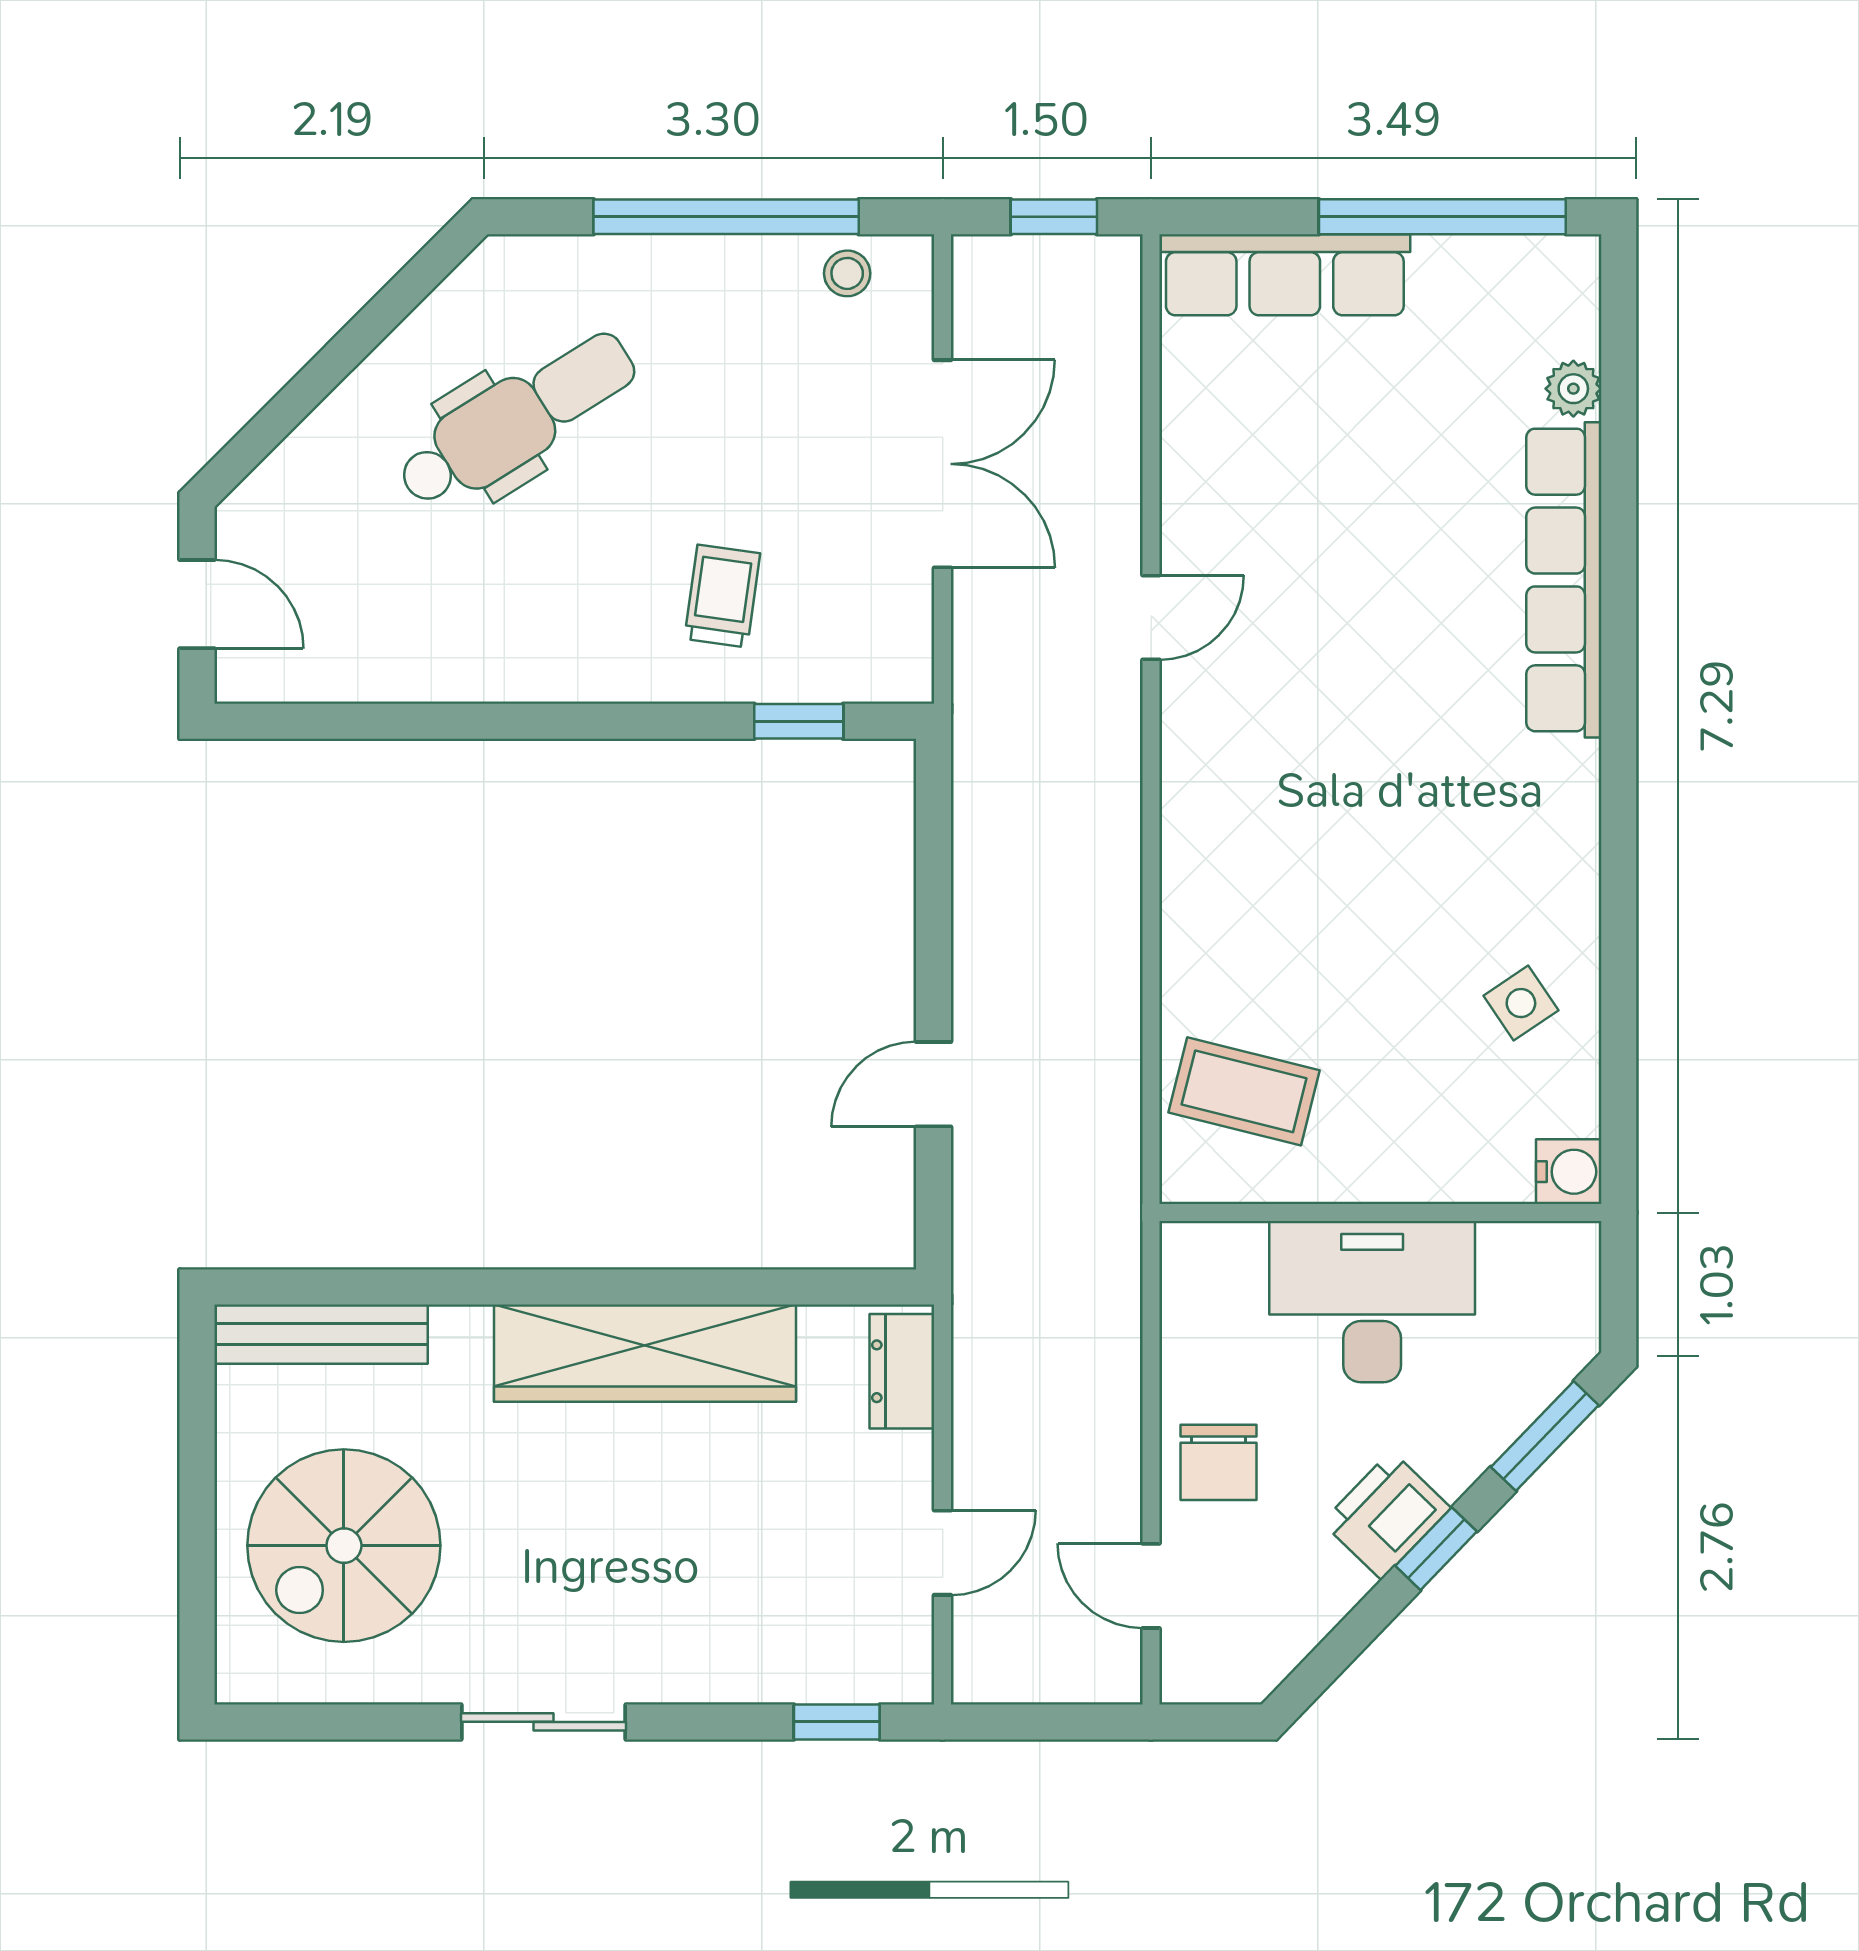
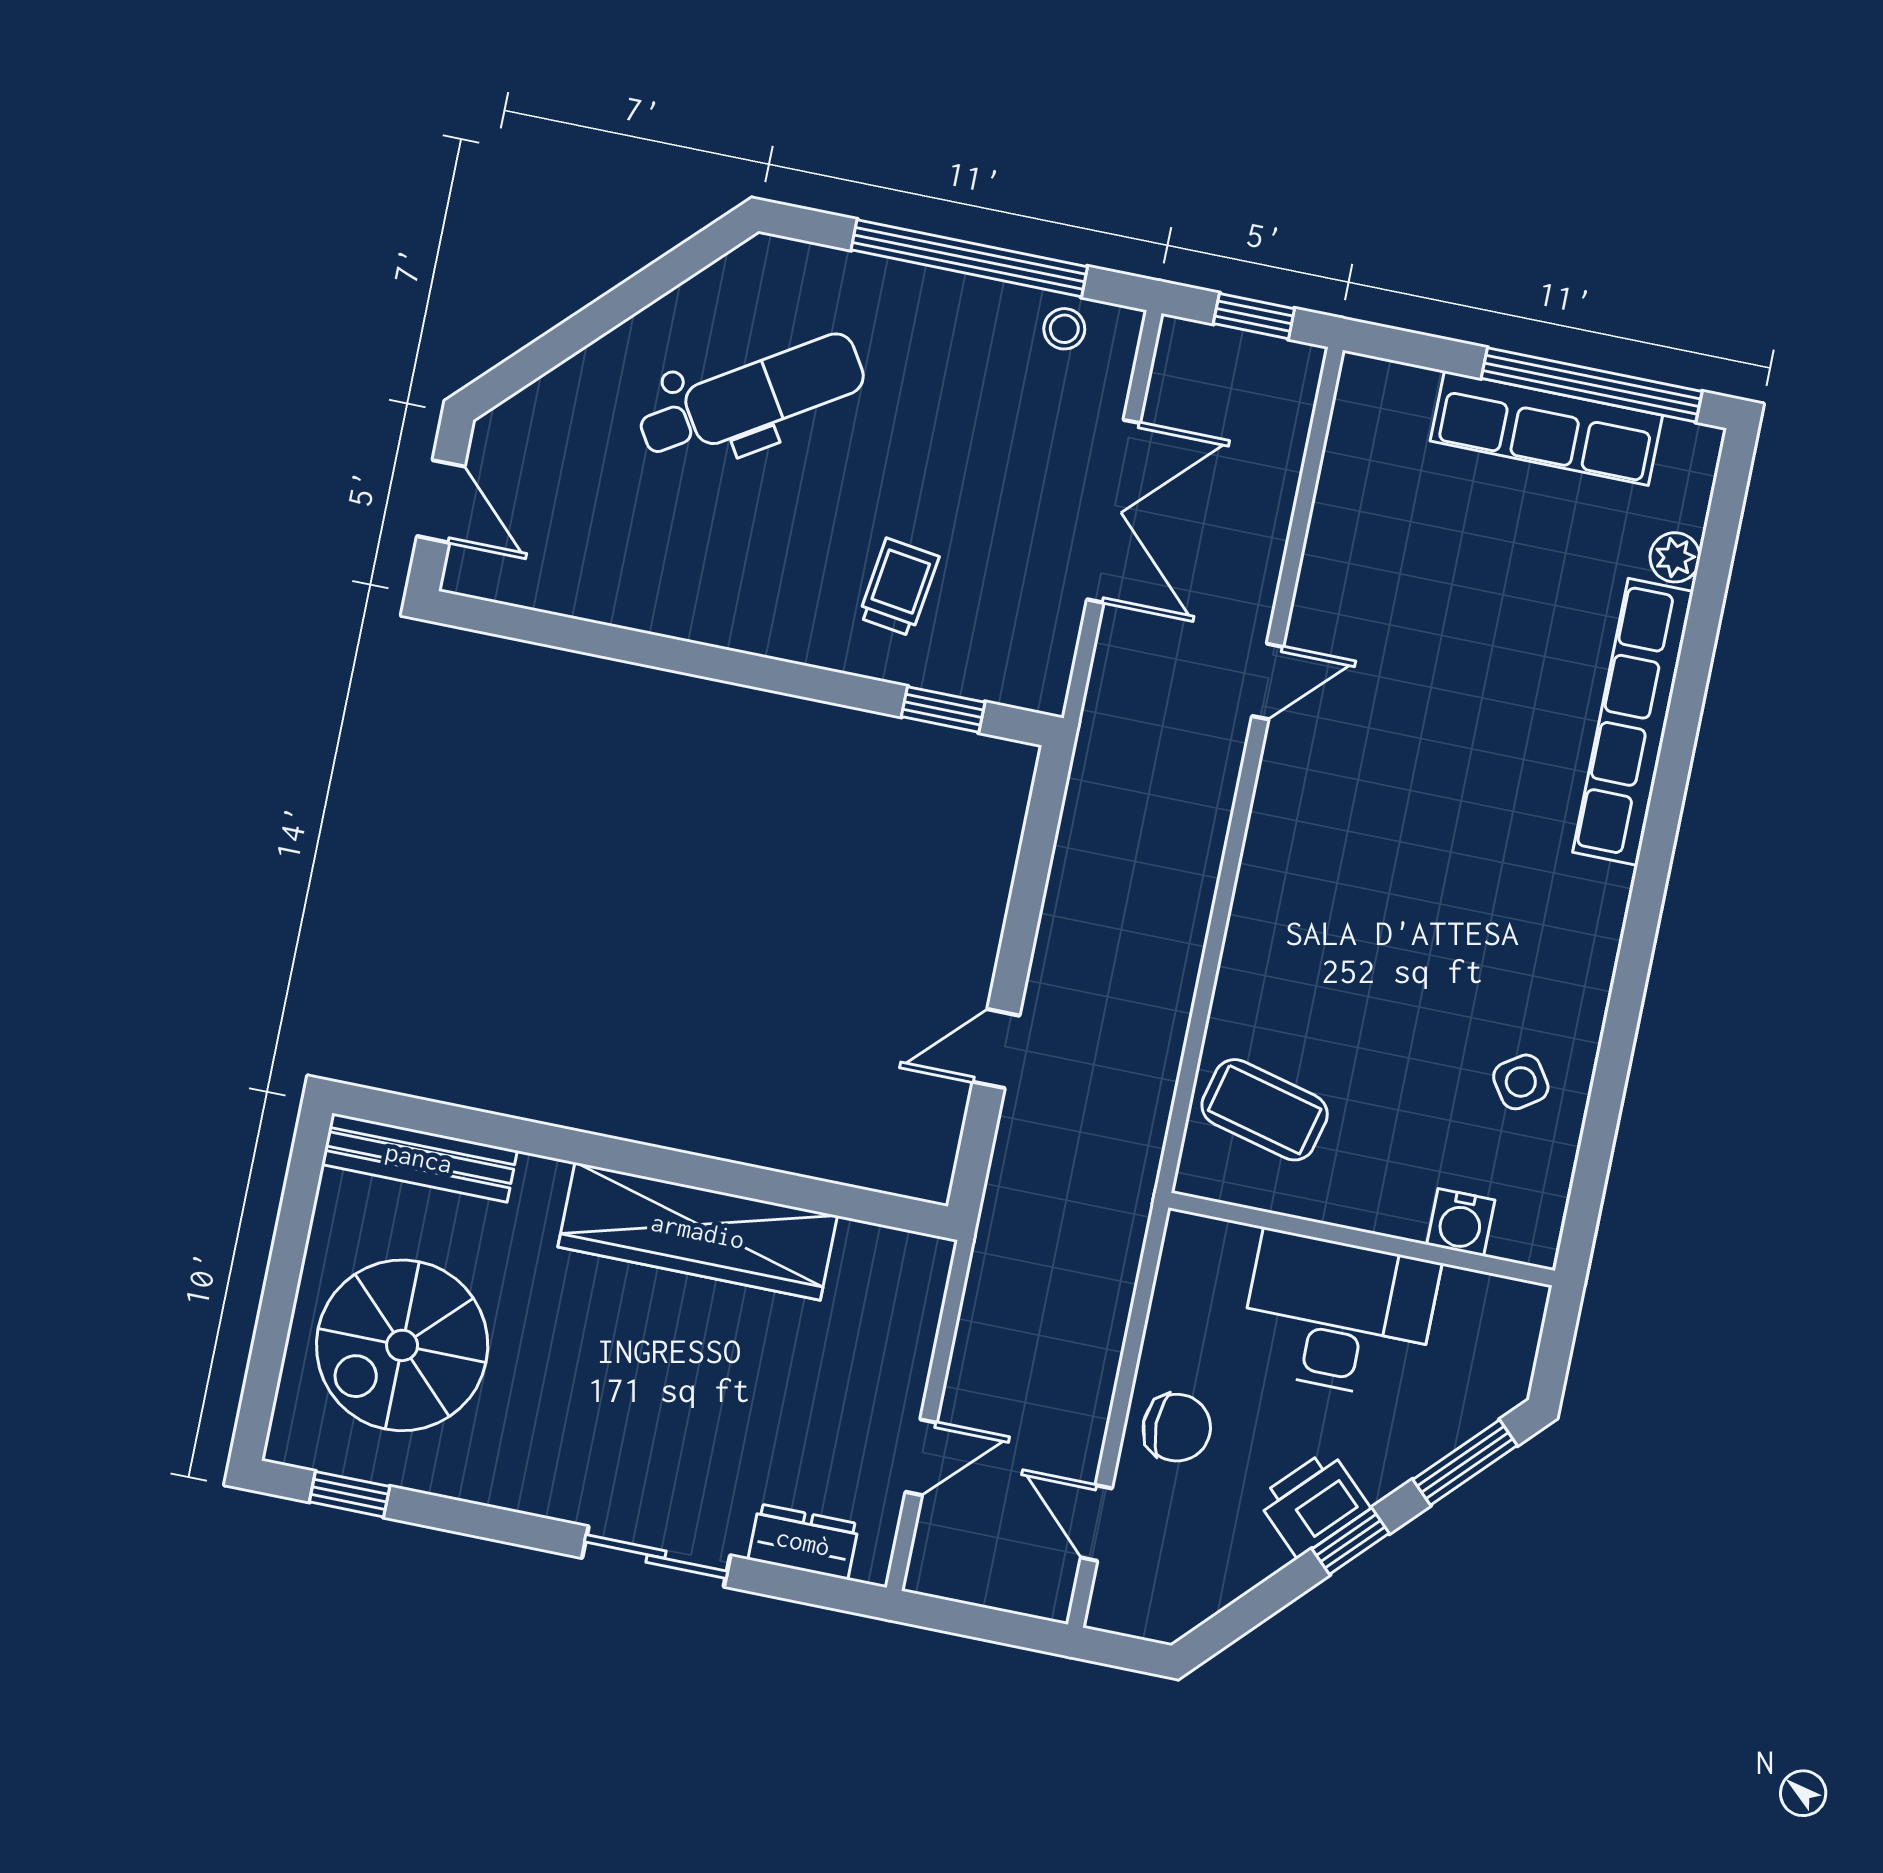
row of seats: (1285, 275) -> (1546, 428), moved
water cooler: (1569, 1172) -> (1461, 1222), moved, turned 90
dresser: (902, 1371) -> (803, 1542), moved, turned 90
chair: (1218, 1462) -> (1177, 1428), turned -90
sliding door: (544, 1722) -> (656, 1557), moved
window: (837, 1722) -> (350, 1494), moved

